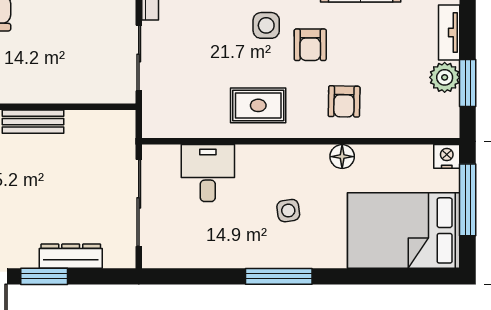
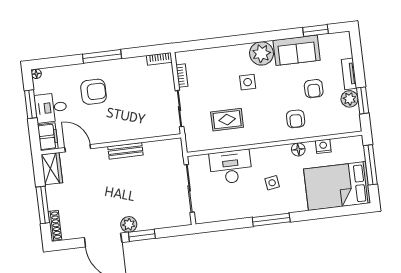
armchair: (310, 45) -> (314, 89), moved
rug: (258, 105) -> (227, 120), moved
nightstand: (447, 156) -> (323, 146), moved
desk: (208, 173) -> (231, 167), width x1.37
plant: (23, 254) -> (129, 224), added
dresser: (71, 256) -> (155, 222), removed

